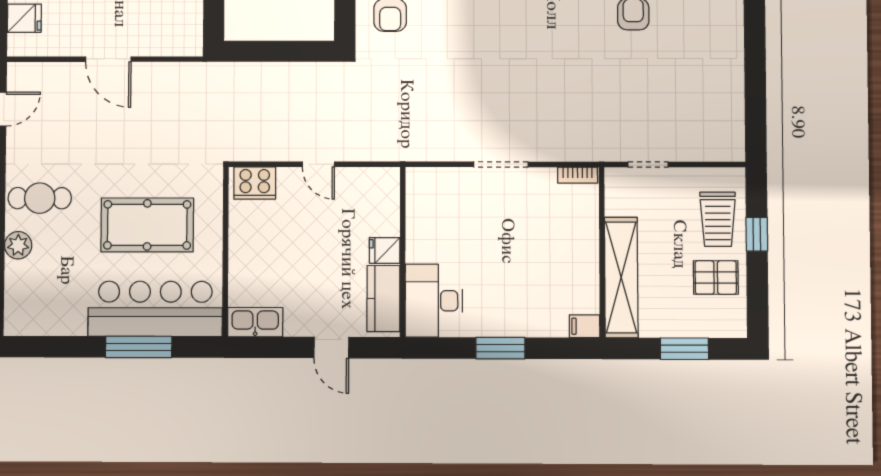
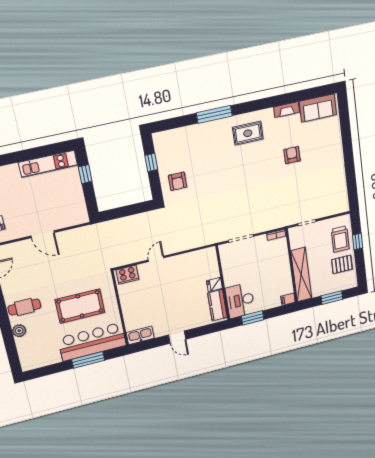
door: (318, 164) -> (156, 259), swing flipped
fridge: (385, 251) -> (214, 284), moved
wall: (403, 252) -> (223, 283), moved
kitchen counter: (383, 299) -> (217, 305), moved
desk: (434, 301) -> (240, 300), moved

